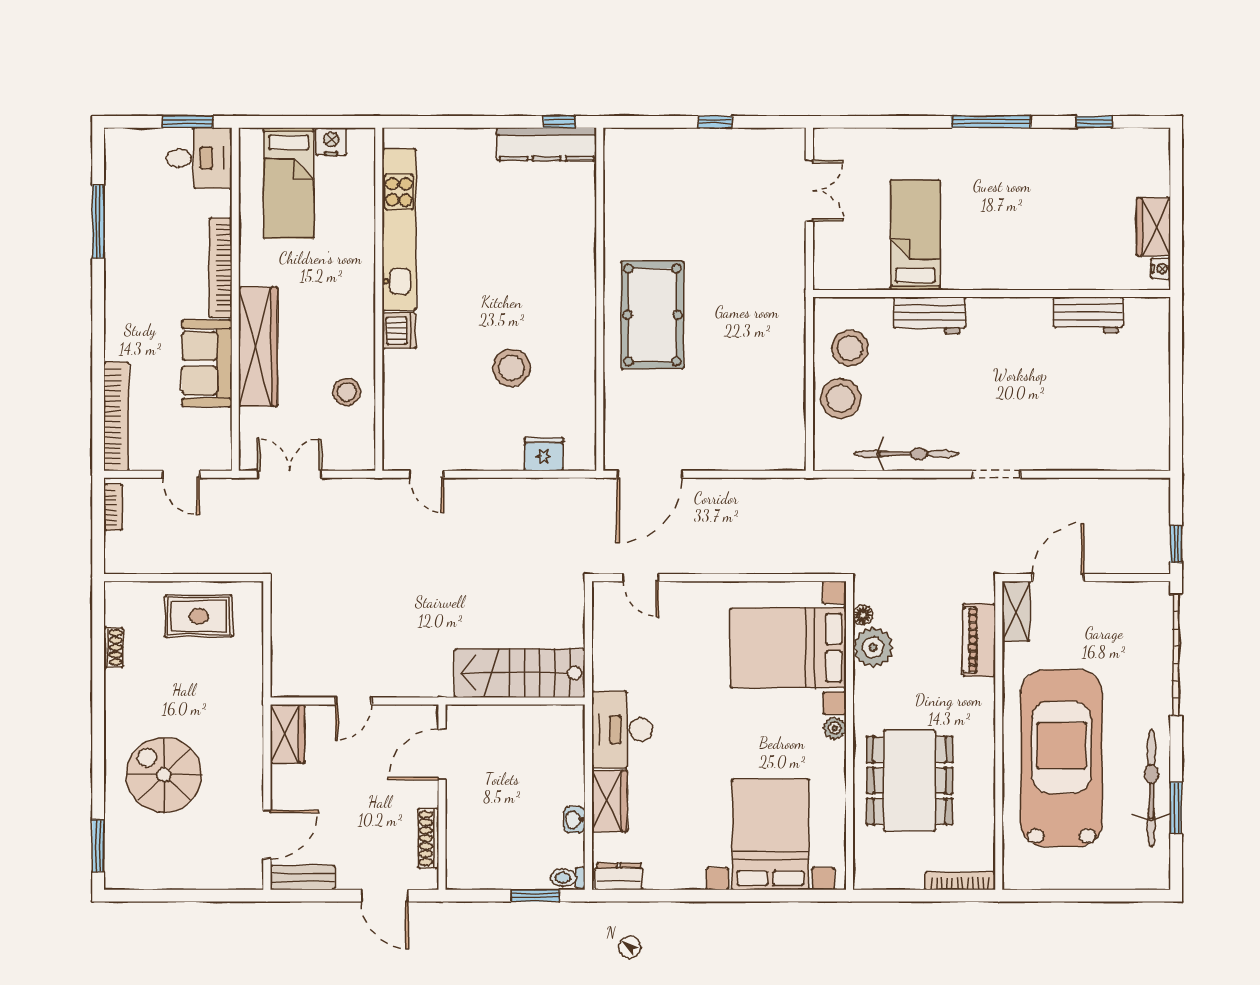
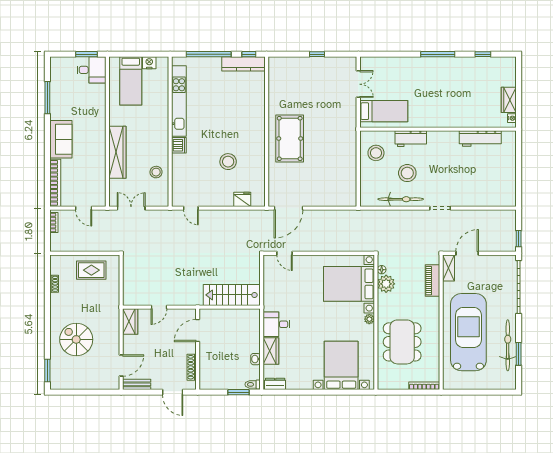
window: (467, 122) -> (209, 54), added
bed: (915, 235) -> (384, 111), moved, turned 90
bookcase: (221, 268) -> (101, 118), removed
workbench: (1088, 315) -> (480, 138), width x1.38
sofa: (207, 363) -> (61, 139), moved, turned 180
stool: (841, 399) -> (407, 173), moved
desk: (622, 730) -> (276, 324), width x0.73

